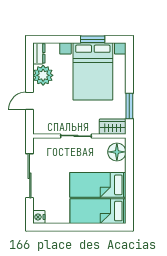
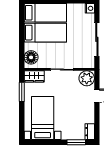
window: (93, 39) -> (76, 142), moved
bed with nightstands: (93, 71) -> (43, 118), width x0.73
plant: (43, 75) -> (87, 78), moved

